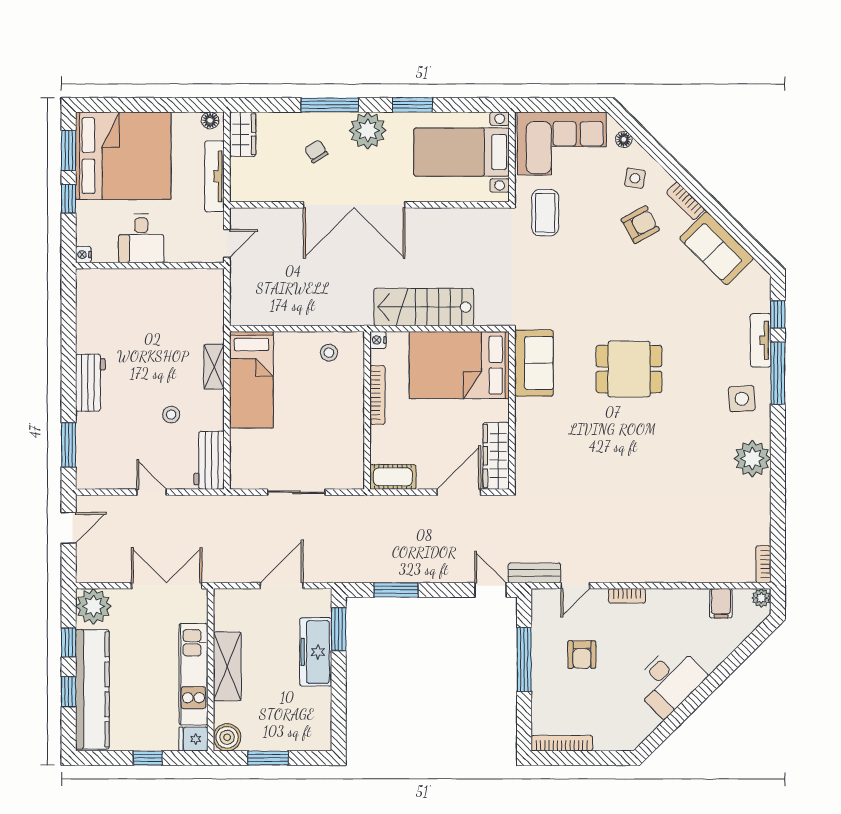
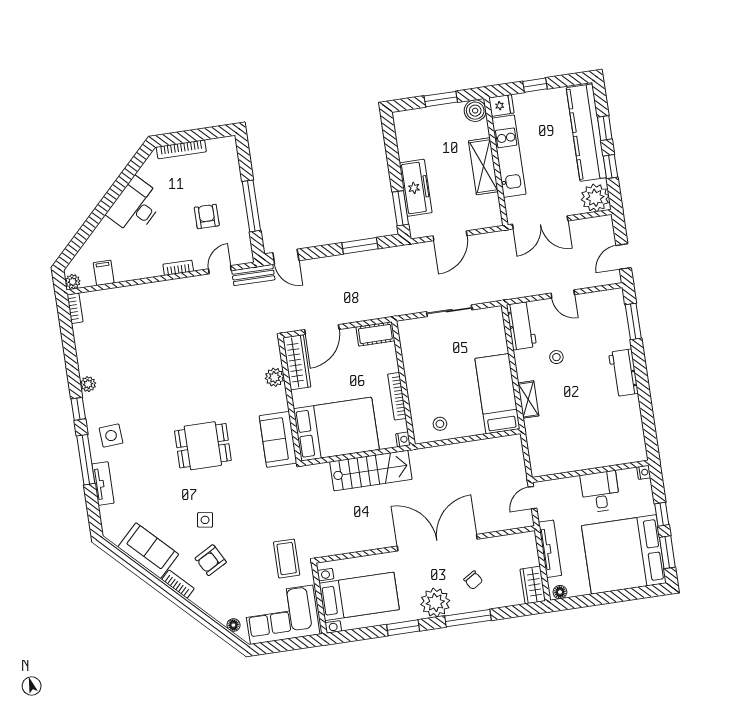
side table: (635, 178) -> (205, 520), moved
window: (778, 314) -> (78, 409), moved
plant: (527, 441) -> (275, 377), added
plant: (752, 459) -> (88, 384), width x0.53, depth x0.53
bookcase: (562, 743) -> (181, 149), moved

